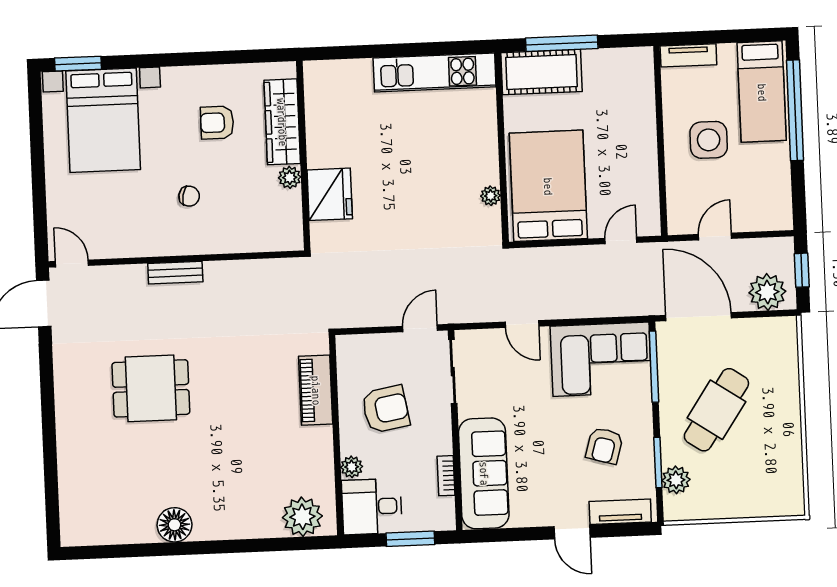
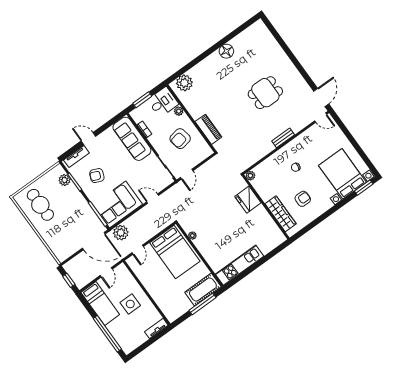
bed: (762, 92) -> (100, 304), moved, turned 180
plant: (290, 177) -> (250, 176), moved
plant: (767, 292) -> (121, 233), moved
cafe table: (716, 410) -> (40, 205), moved, turned -34
armchair: (604, 446) -> (97, 176), turned -83

